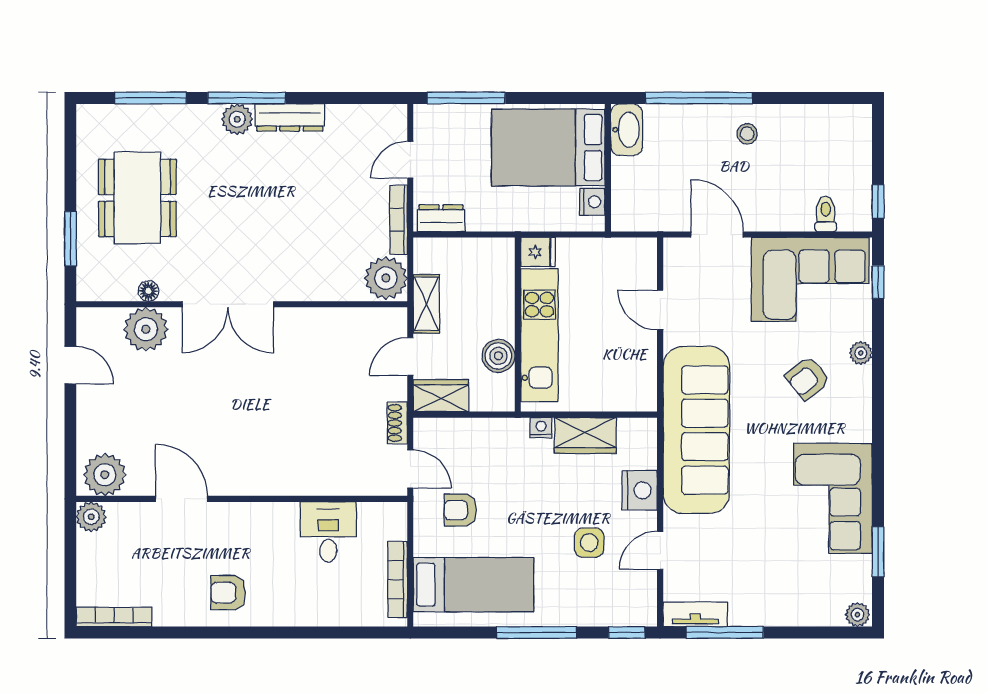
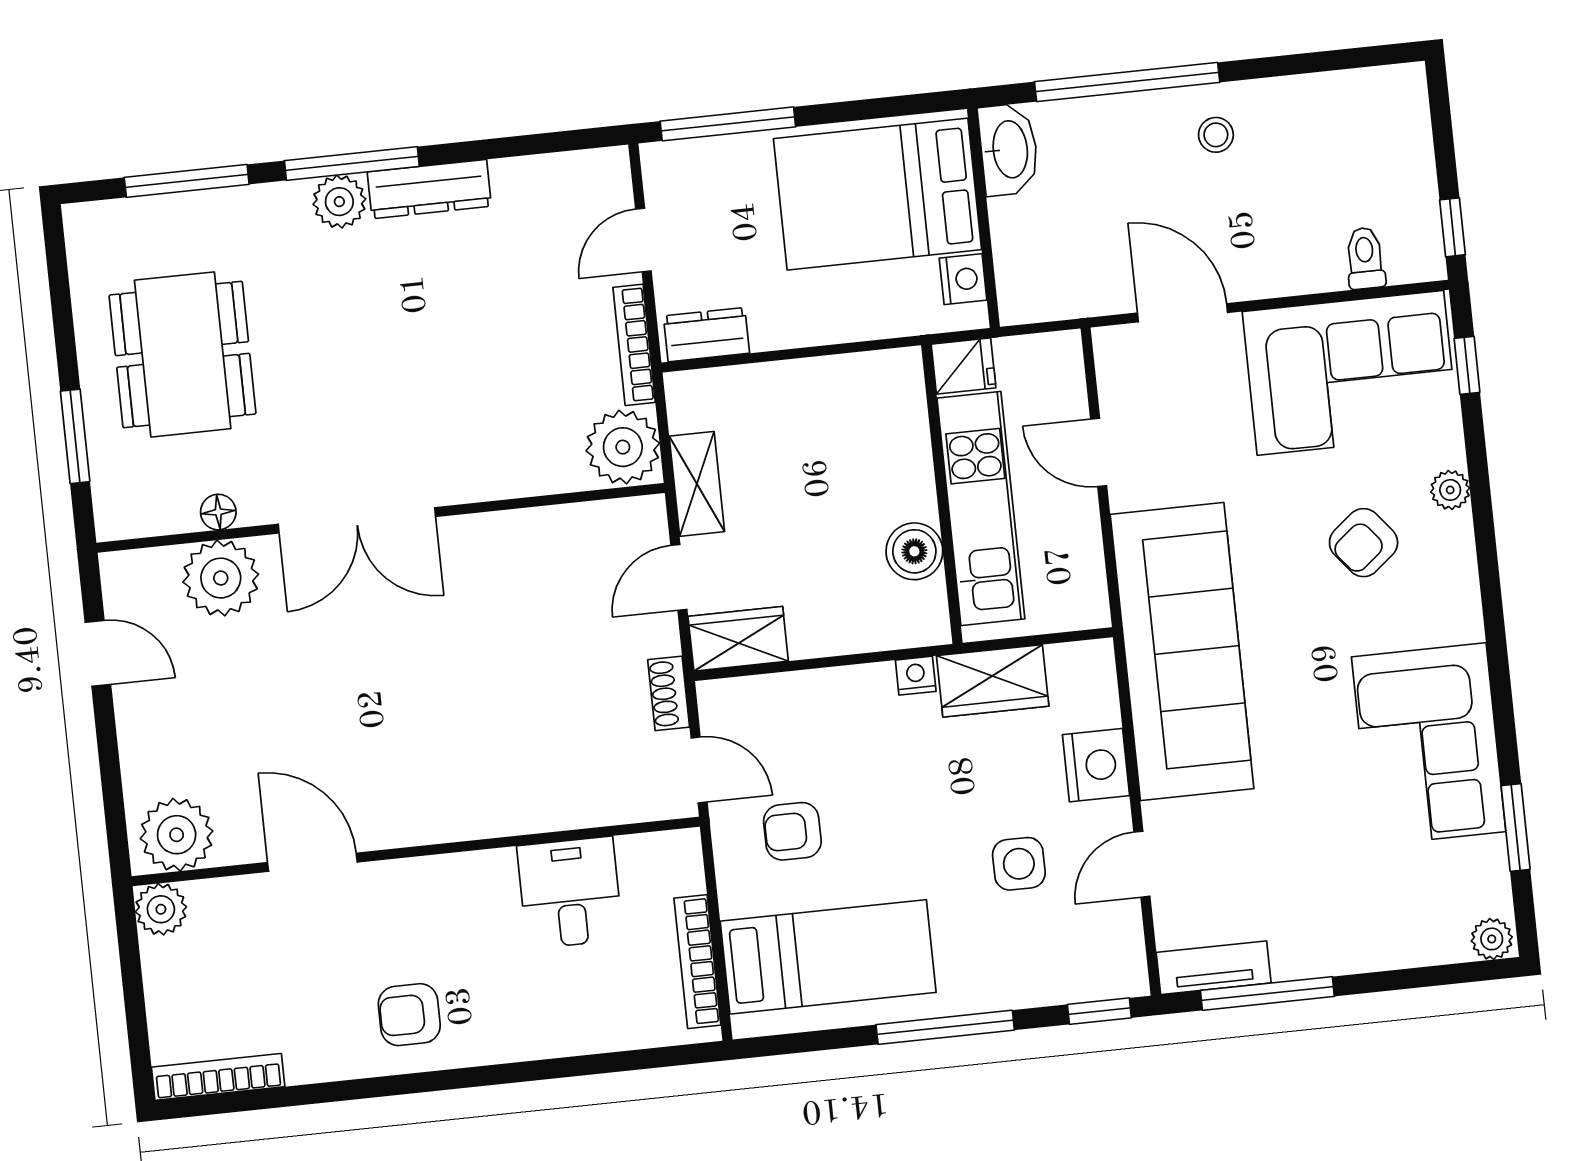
fridge: (538, 252) -> (964, 366), moved
wall: (518, 325) -> (942, 494), moved
kitchen unit: (539, 335) -> (981, 508), moved
boiler: (498, 356) -> (914, 551), moved

